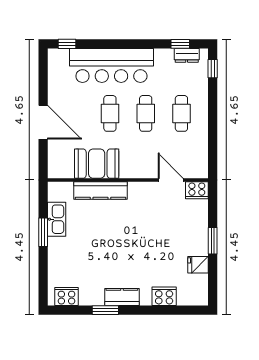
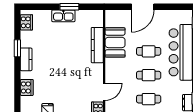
kitchen sink: (57, 219) -> (63, 16), moved

